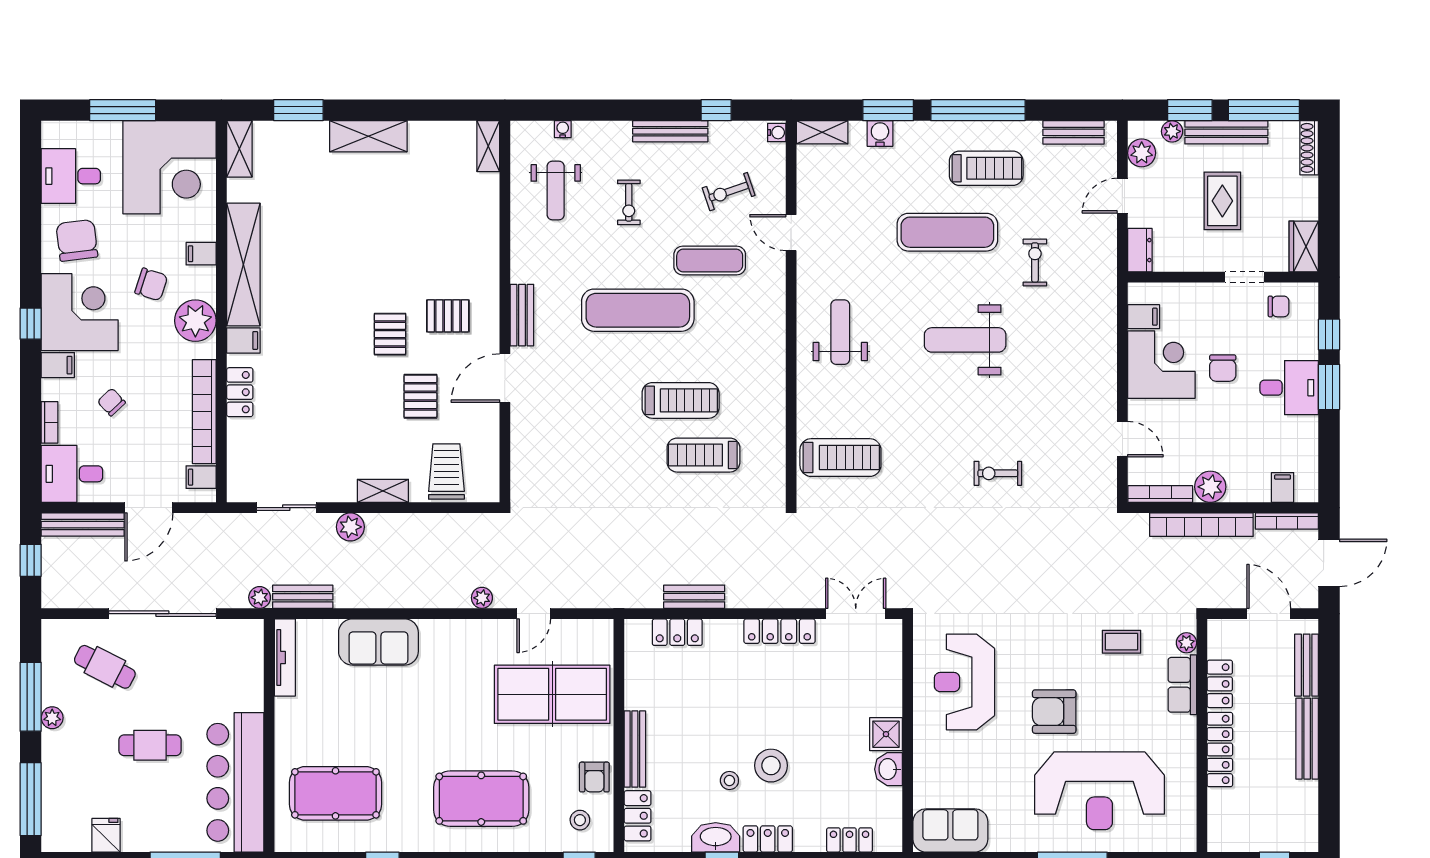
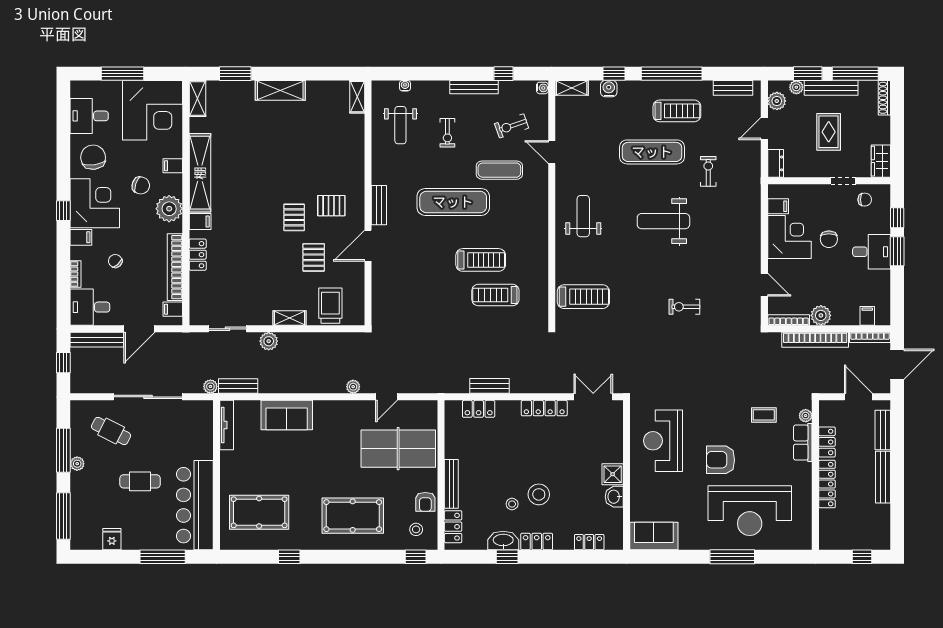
window: (888, 110) -> (614, 74), width x0.67

